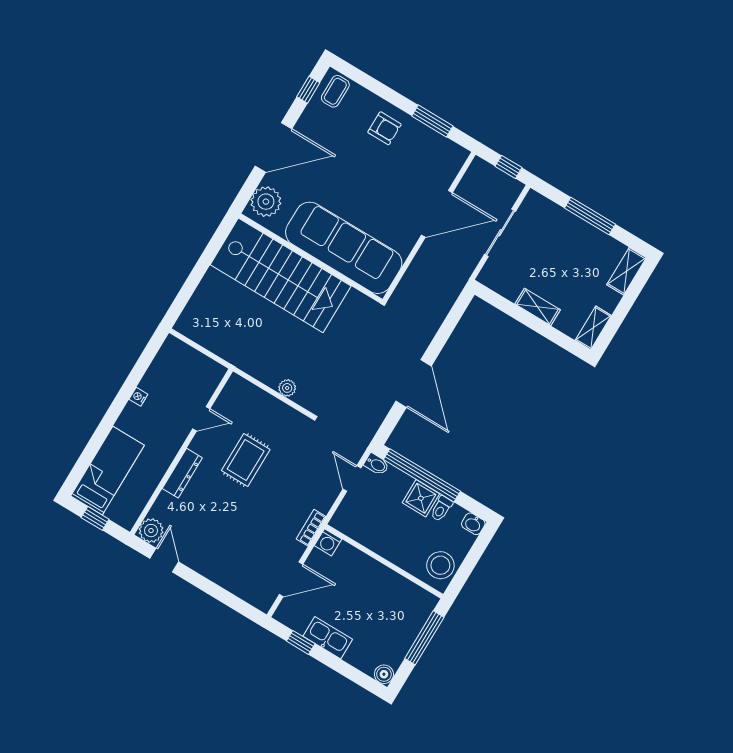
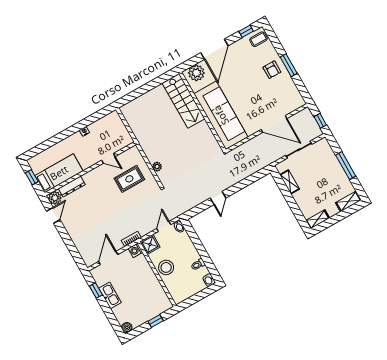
window: (432, 121) -> (289, 65), moved
door: (274, 147) -> (214, 49), hinge flipped
stairs: (281, 275) -> (183, 101), width x0.73, depth x0.66
shelving: (538, 307) -> (290, 182), moved
door: (414, 383) -> (218, 198), width x0.53
rug: (246, 460) -> (129, 179), moved
bed: (107, 471) -> (59, 173), moved
dresser: (182, 473) -> (72, 186), moved
window: (422, 475) -> (198, 244), removed
shower: (421, 498) -> (150, 244), moved
stool: (440, 565) -> (166, 267), moved
door: (291, 579) -> (108, 258), swing flipped
window: (424, 638) -> (156, 321), width x0.46

